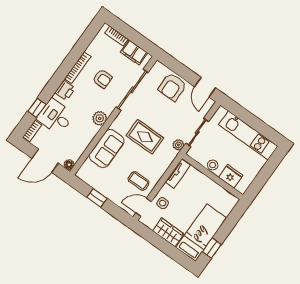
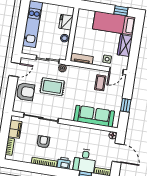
plant: (100, 118) -> (71, 130), removed
rug: (145, 137) -> (52, 87), moved, turned 90
sofa: (107, 149) -> (94, 116), width x1.36
door: (144, 207) -> (116, 71), hinge flipped

